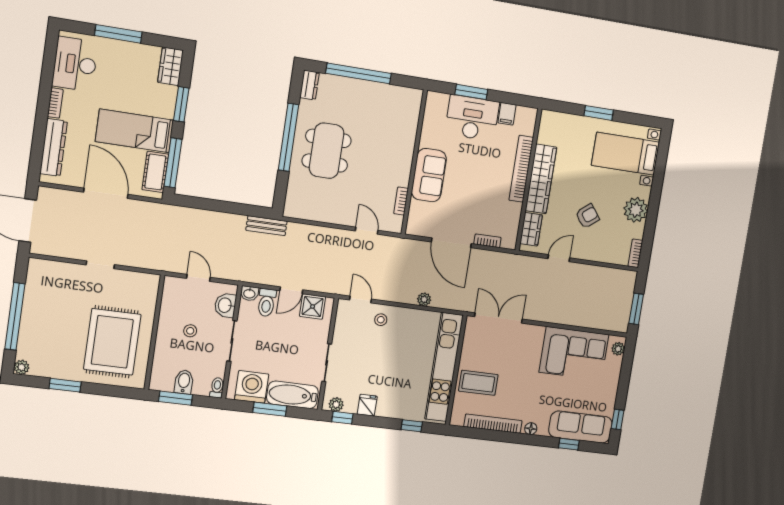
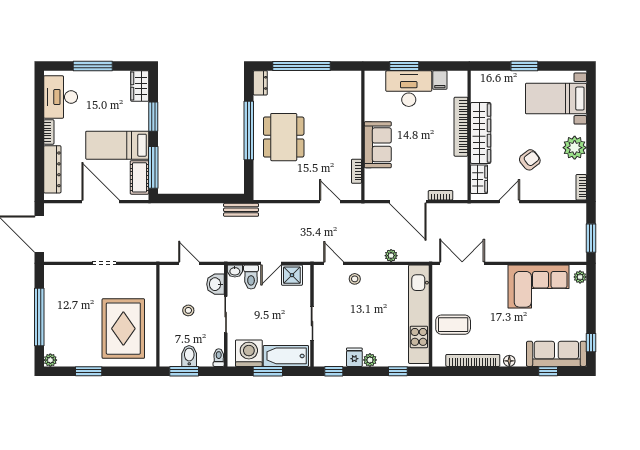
plant: (336, 405) -> (370, 360), moved

